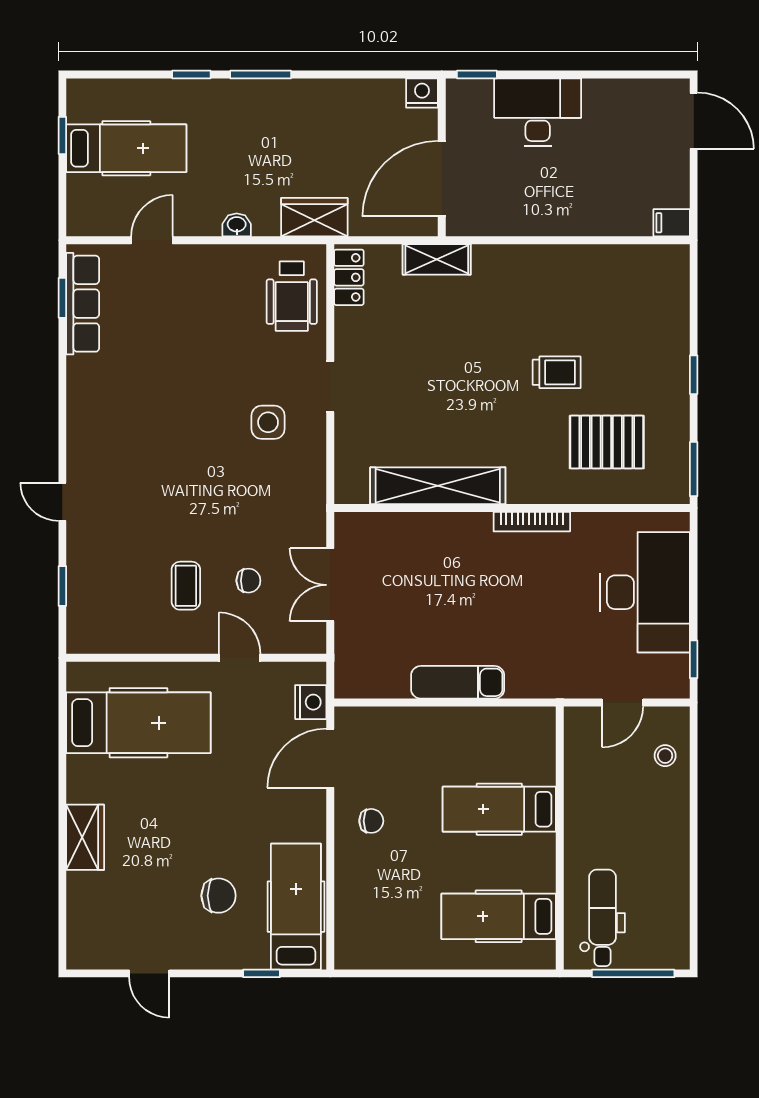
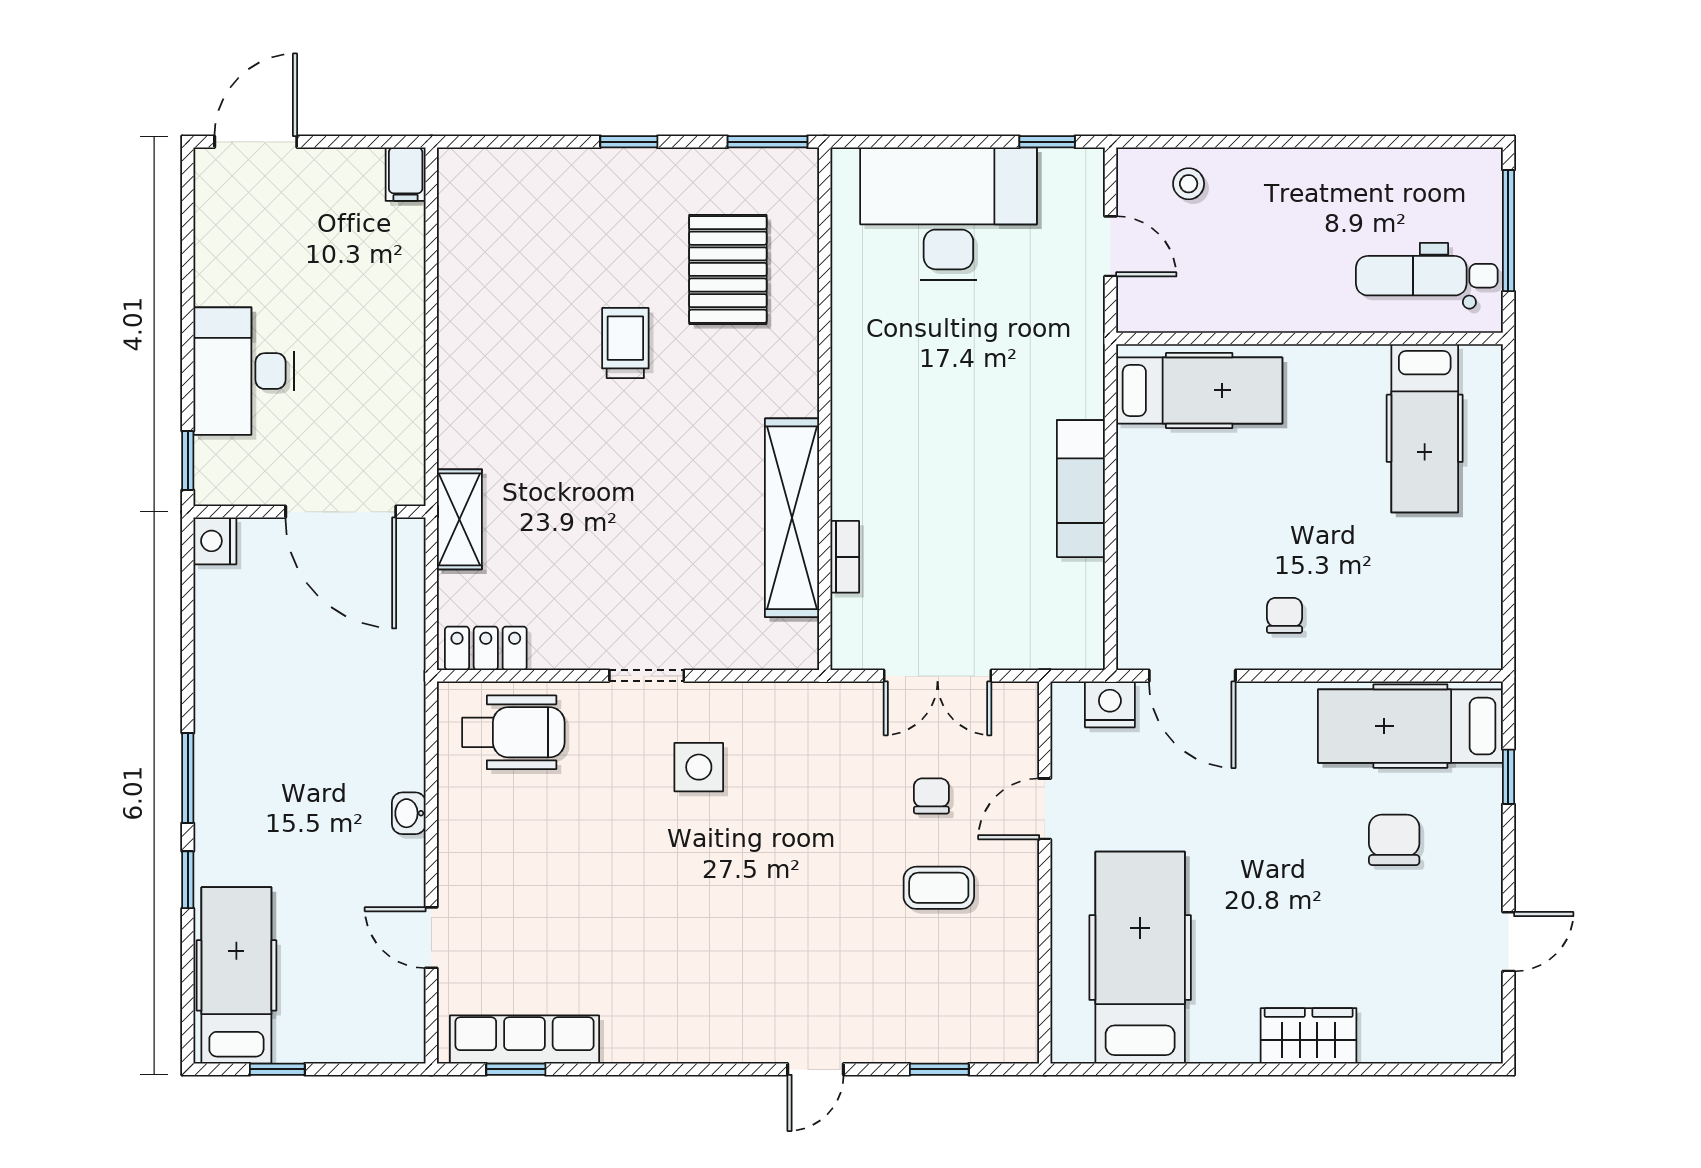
hospital bed: (126, 148) -> (236, 975), moved
wardrobe: (314, 217) -> (397, 699), removed
bookcase: (532, 522) -> (845, 557), moved, width x0.64
hospital bed: (499, 809) -> (1199, 390), moved, turned -90

